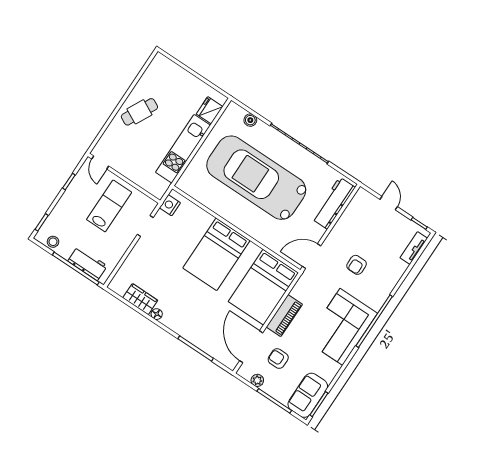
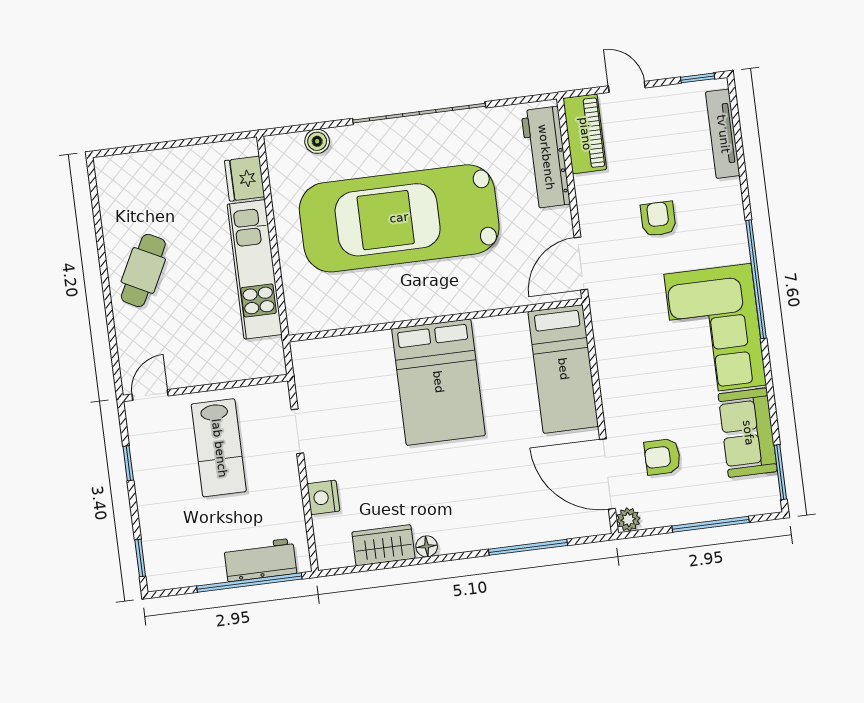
door: (100, 162) -> (150, 395), swing flipped
nightstand: (170, 205) -> (323, 497), moved
lab bench: (109, 206) -> (219, 448), turned 180
stool: (53, 242) -> (182, 572), removed
tv unit: (414, 248) -> (723, 134), width x1.41
armchair: (357, 265) -> (658, 219), turned 180
bed: (263, 287) -> (563, 369), width x0.67
piano: (284, 316) -> (585, 134), moved
plant: (257, 380) -> (628, 520), moved
sofa: (308, 395) -> (748, 433), moved

